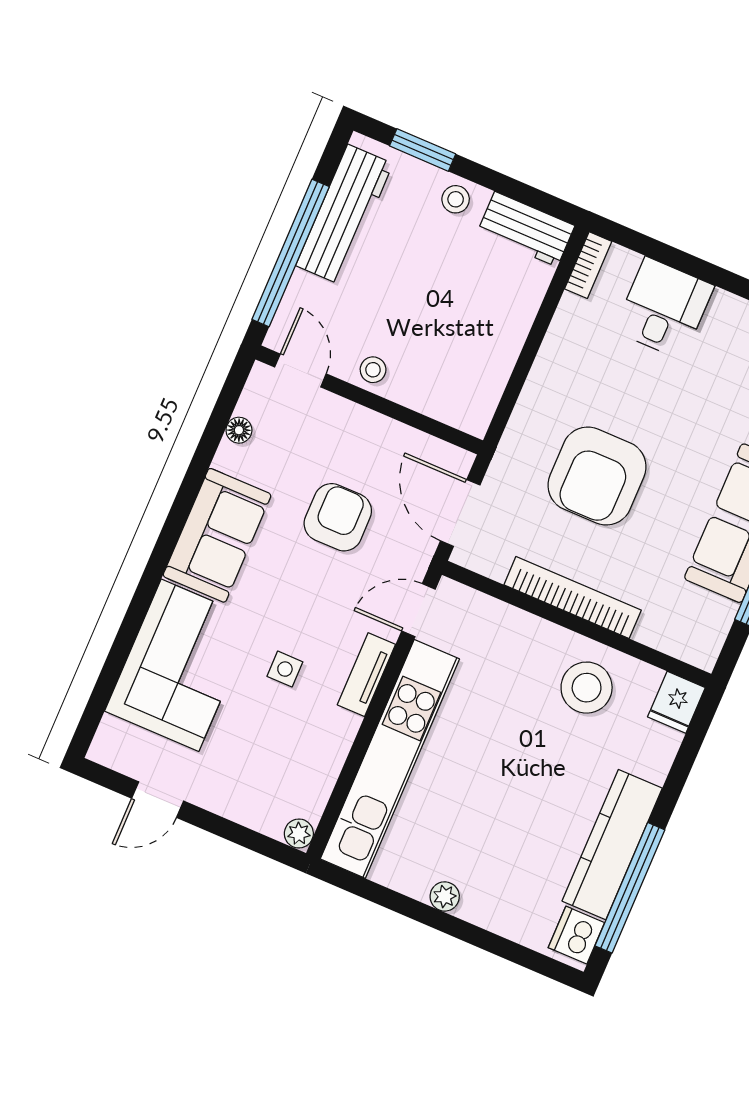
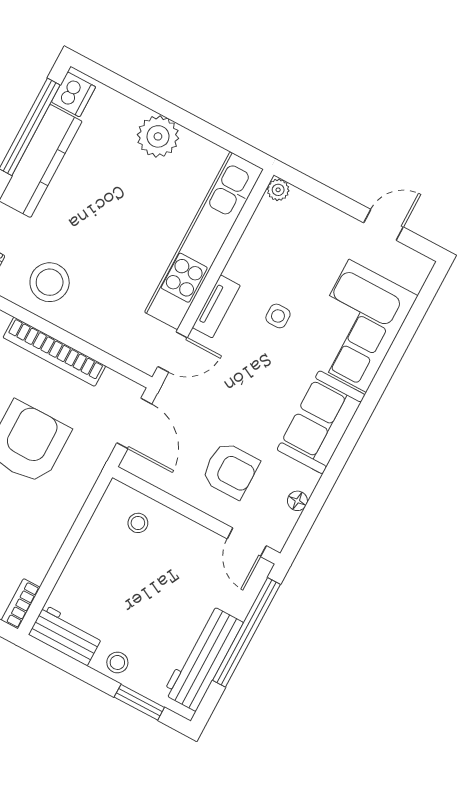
stool: (373, 370) -> (138, 523), moved
armchair: (338, 517) -> (230, 470), moved, turned -90
plant: (445, 896) -> (158, 136), width x1.88, depth x1.88

